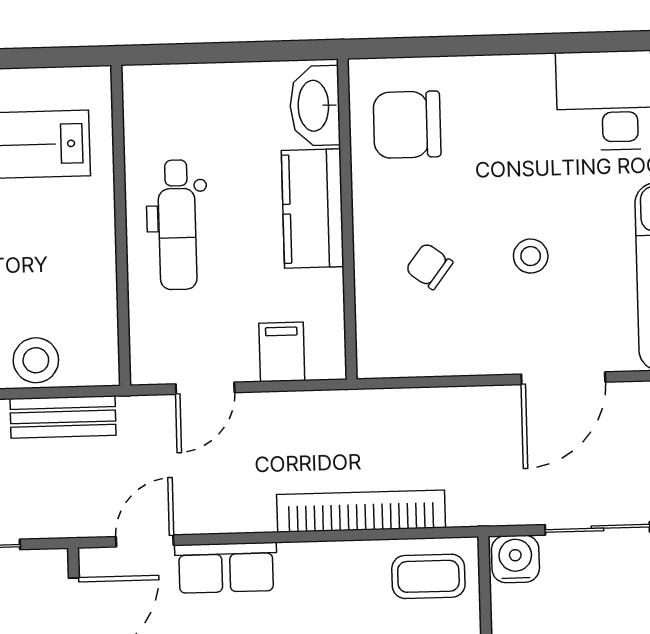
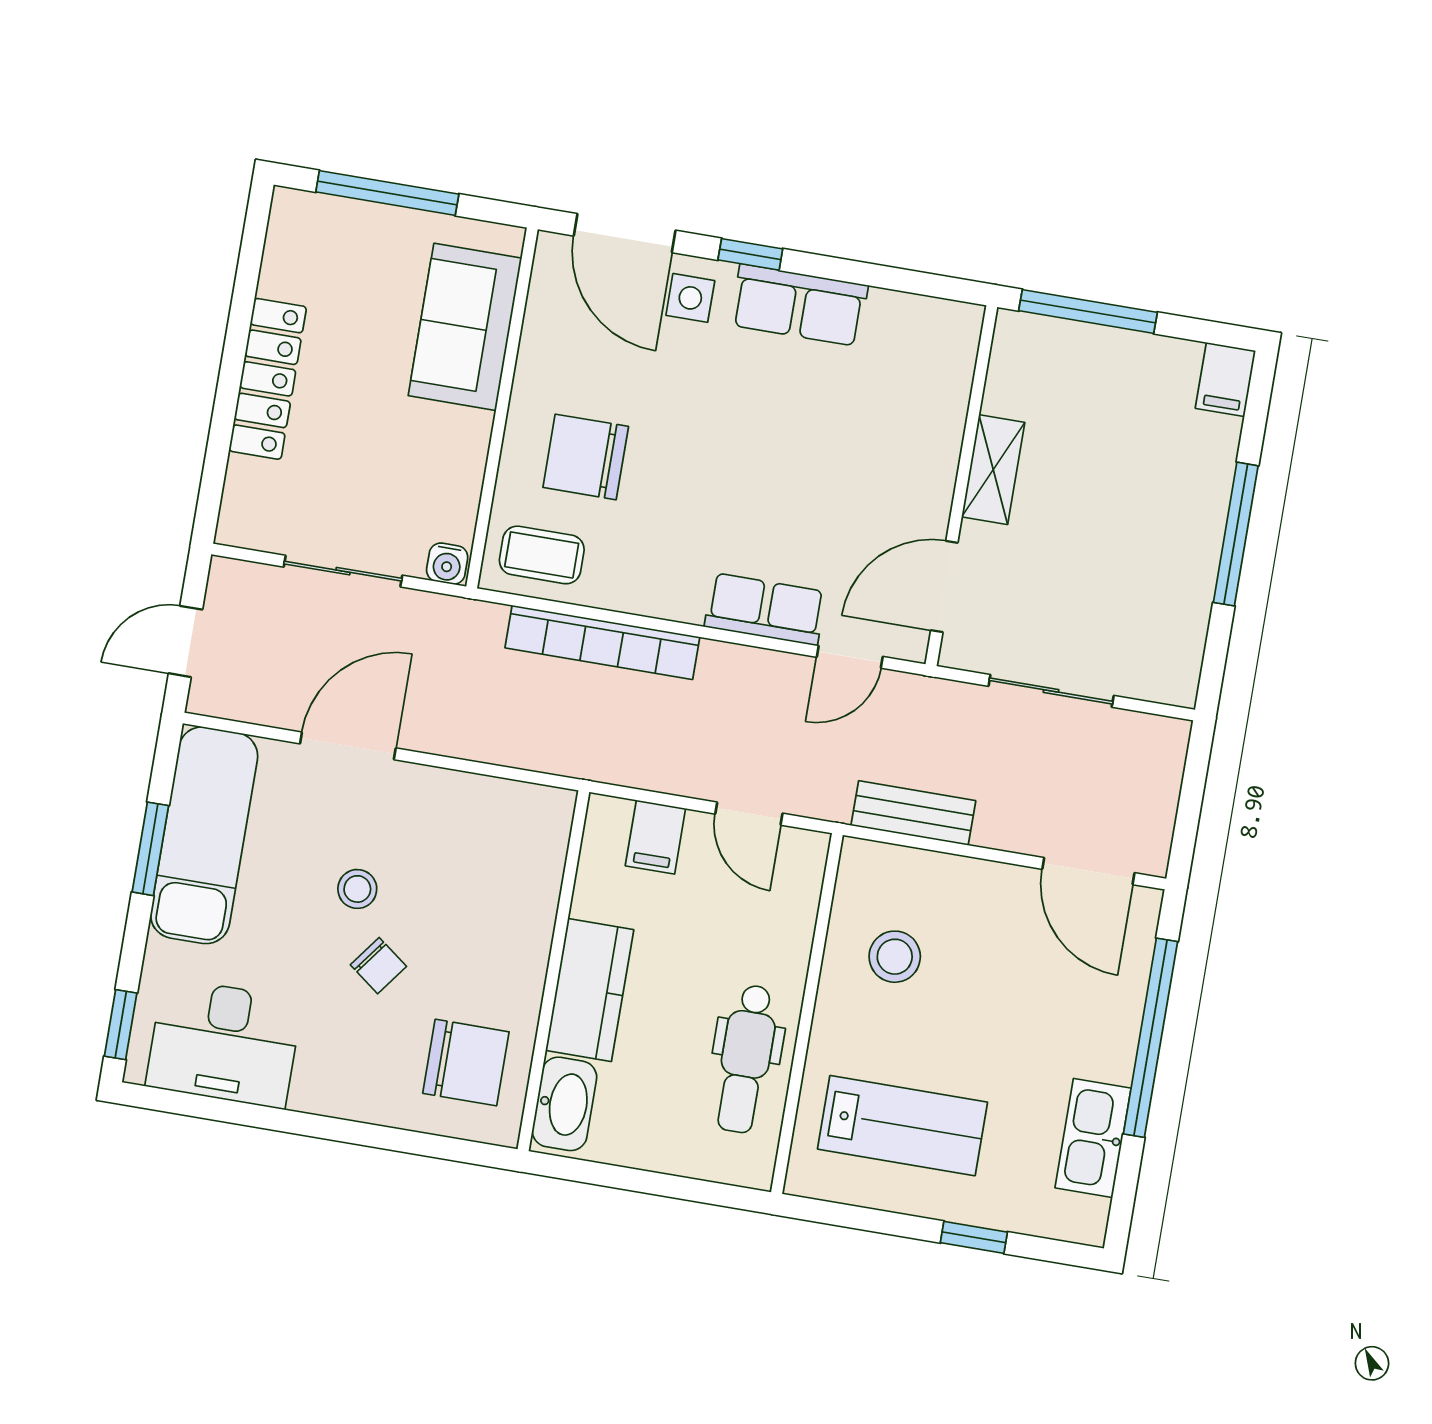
dental chair: (177, 225) -> (746, 1059), moved, turned 180
chair: (429, 266) -> (378, 966), moved
stool: (36, 360) -> (895, 957), moved
door: (205, 388) -> (749, 814), swing flipped
water cooler: (515, 559) -> (447, 564), width x0.72, depth x0.72

